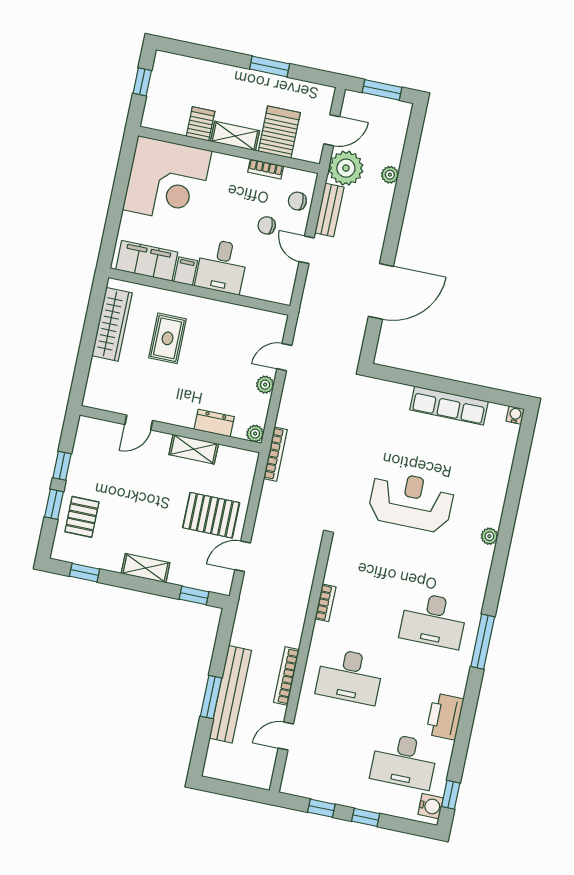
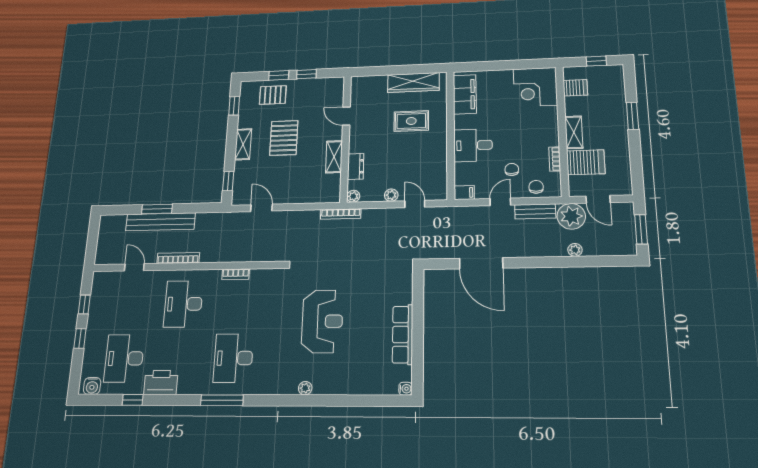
window: (270, 66) -> (632, 116), moved
server rack: (201, 124) -> (575, 88), moved
corner desk: (167, 180) -> (535, 87), width x0.74, depth x0.74
filing cabinet: (186, 271) -> (464, 193), moved
pallet: (211, 515) -> (284, 138), moved
window: (451, 795) -> (133, 400), moved

